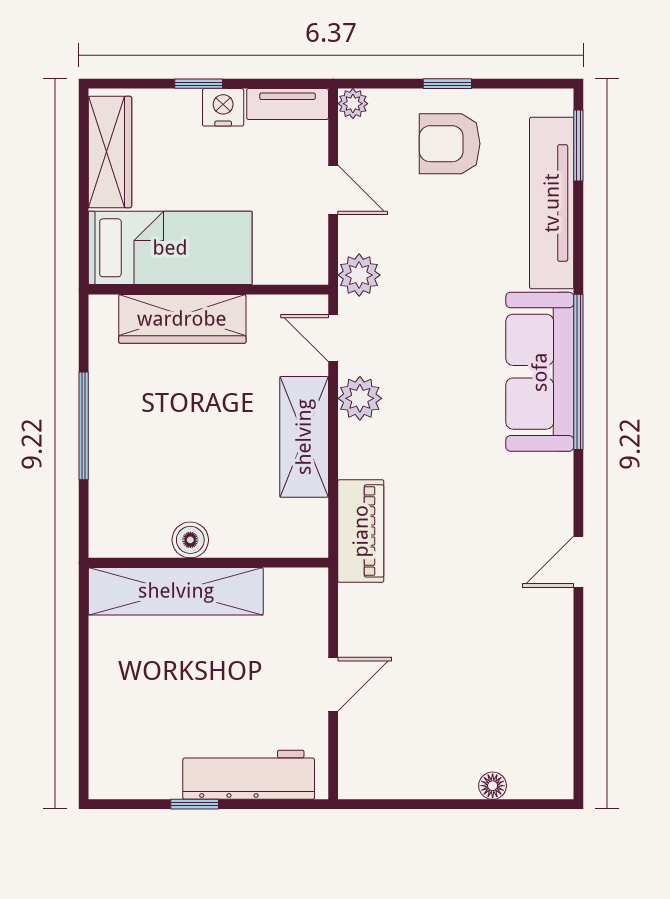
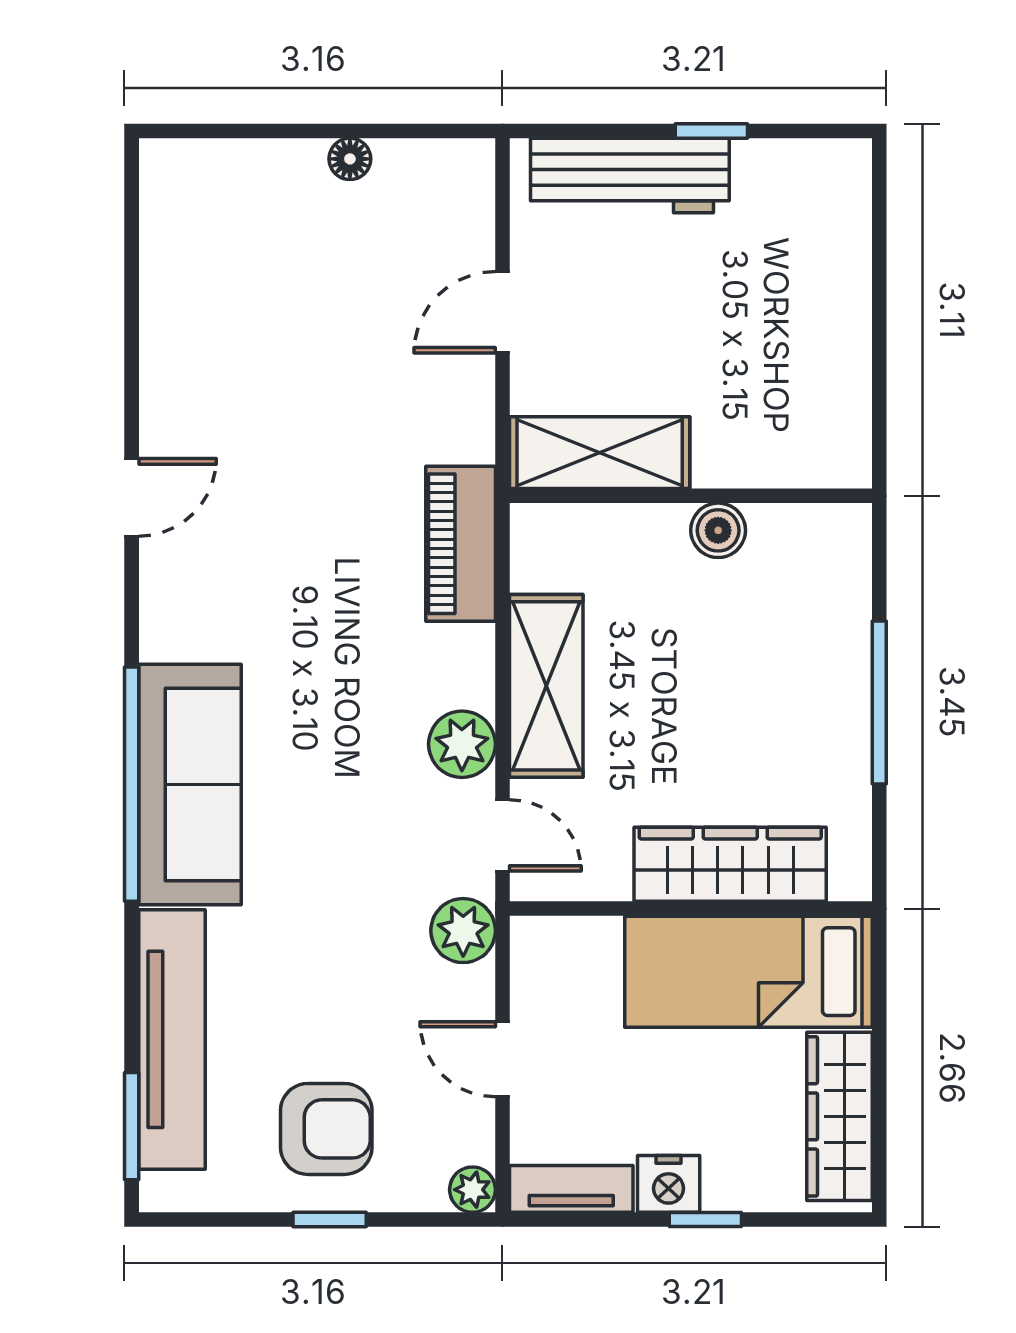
shelving: (176, 591) -> (600, 453), moved, width x0.68
floor lamp: (493, 786) -> (350, 159), moved

